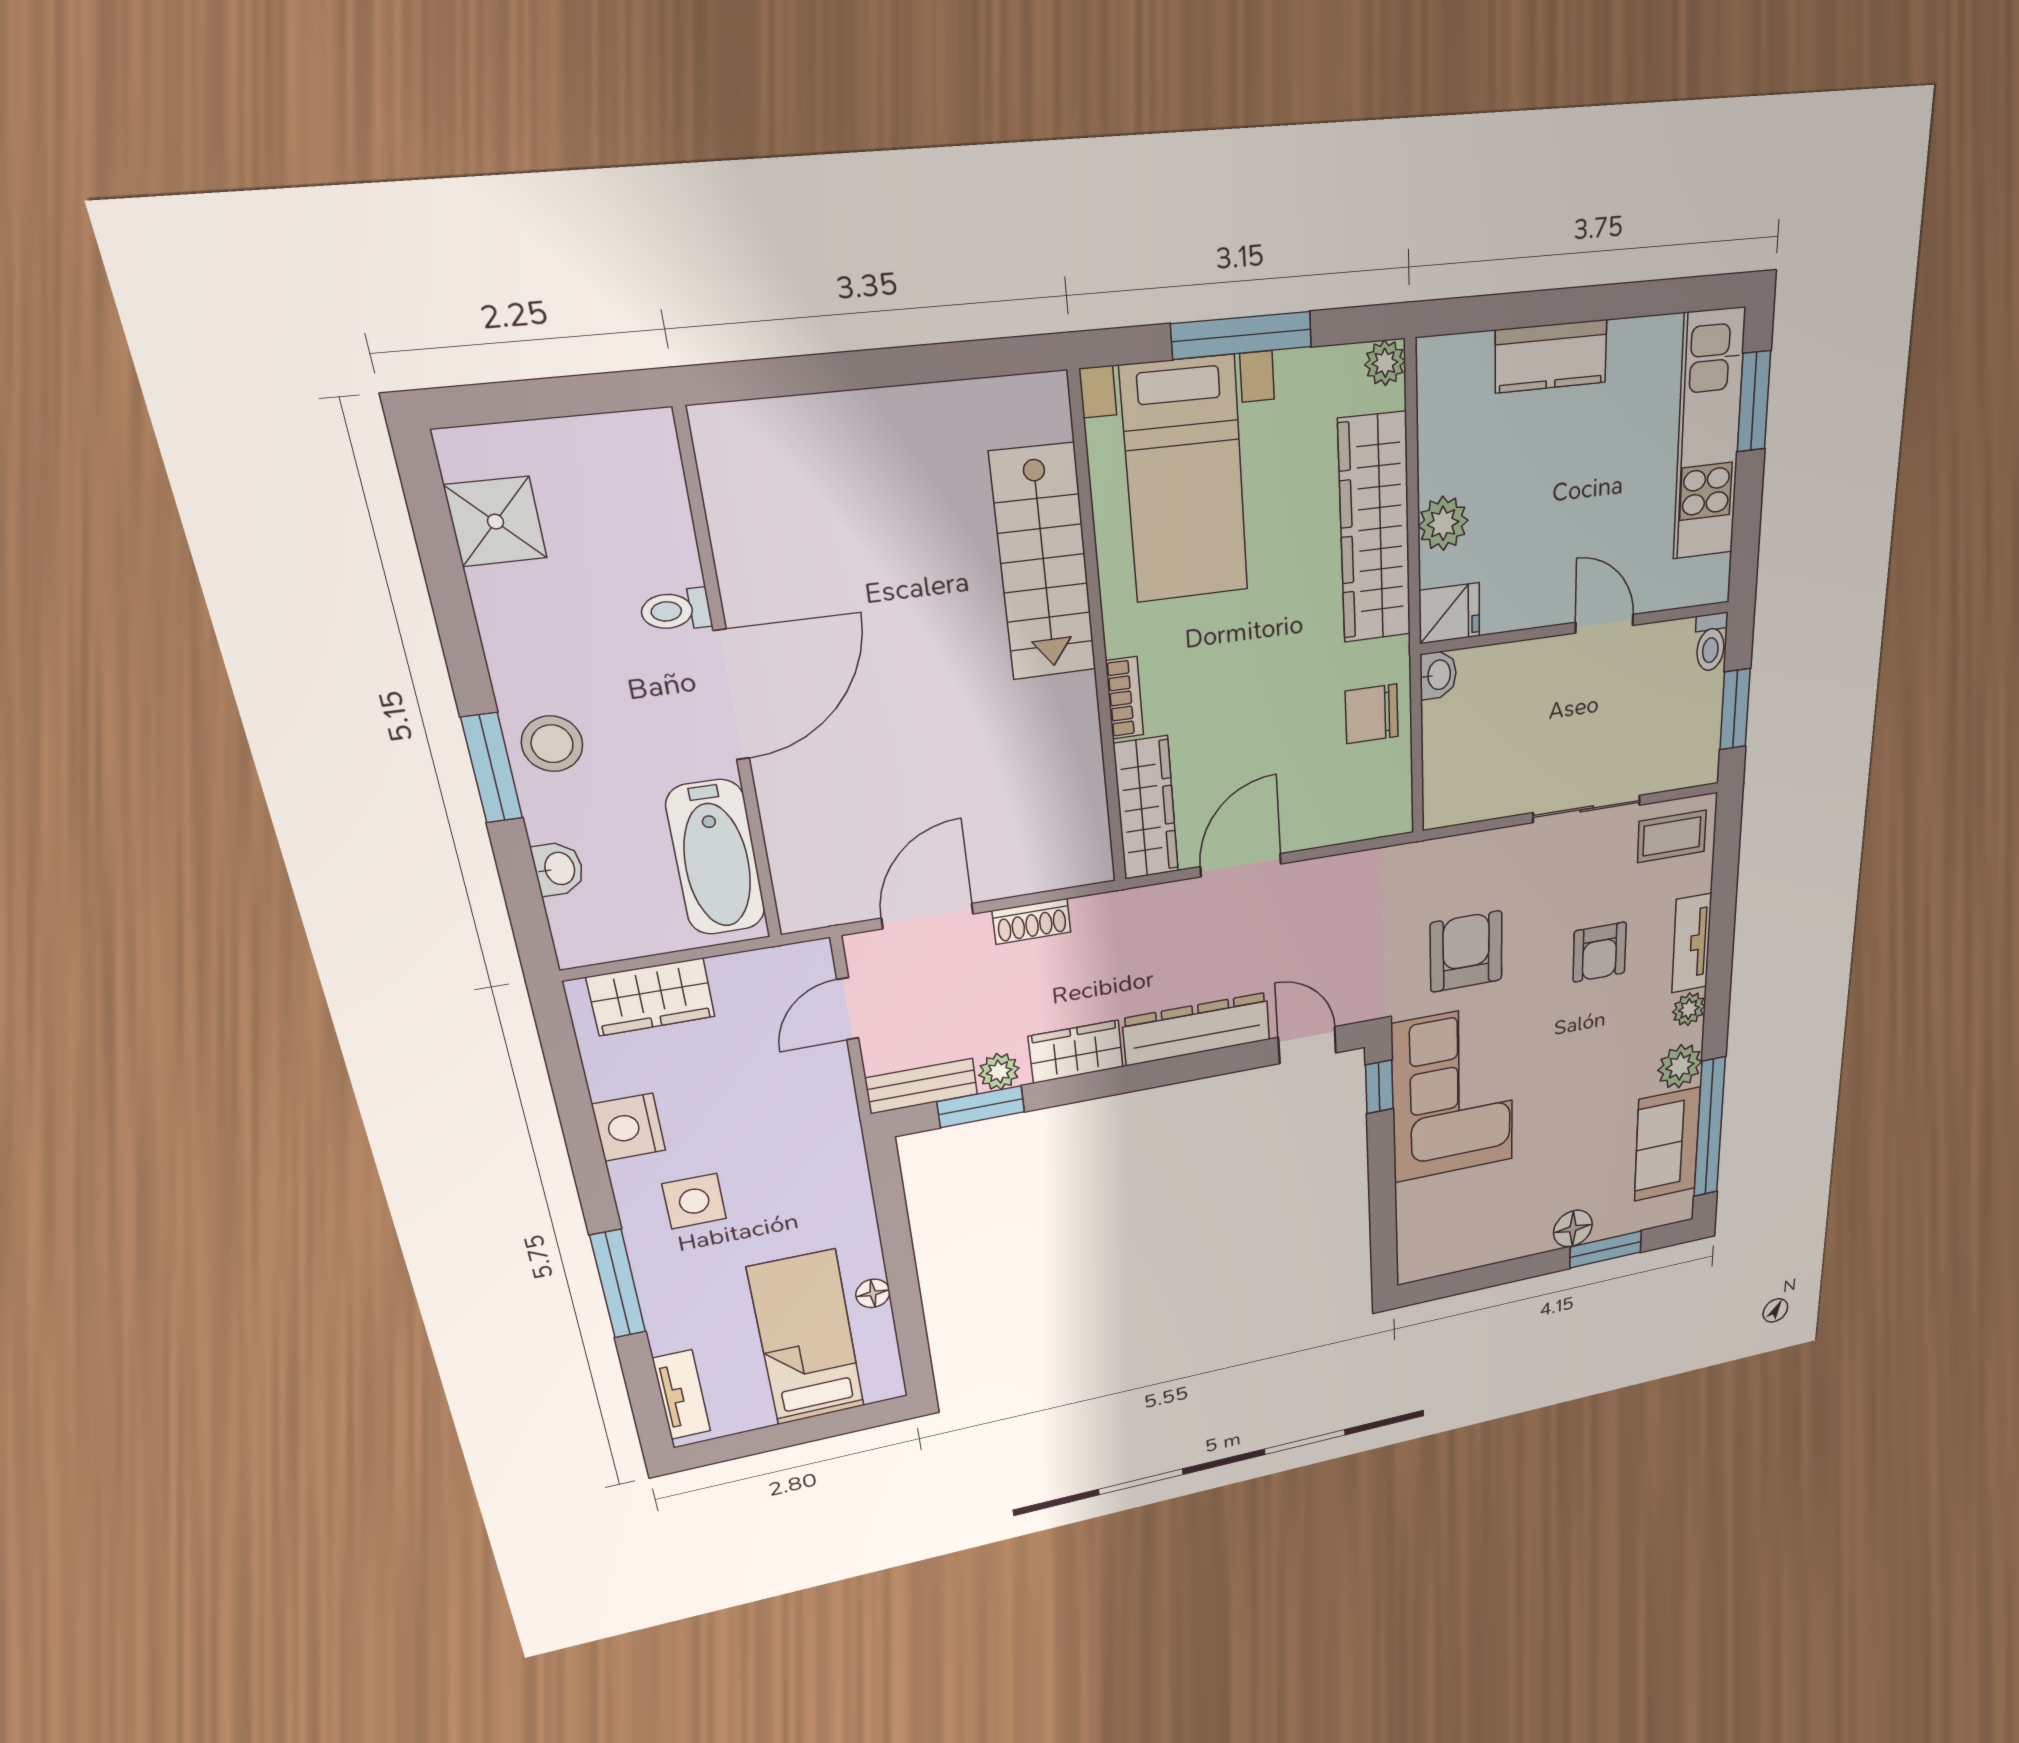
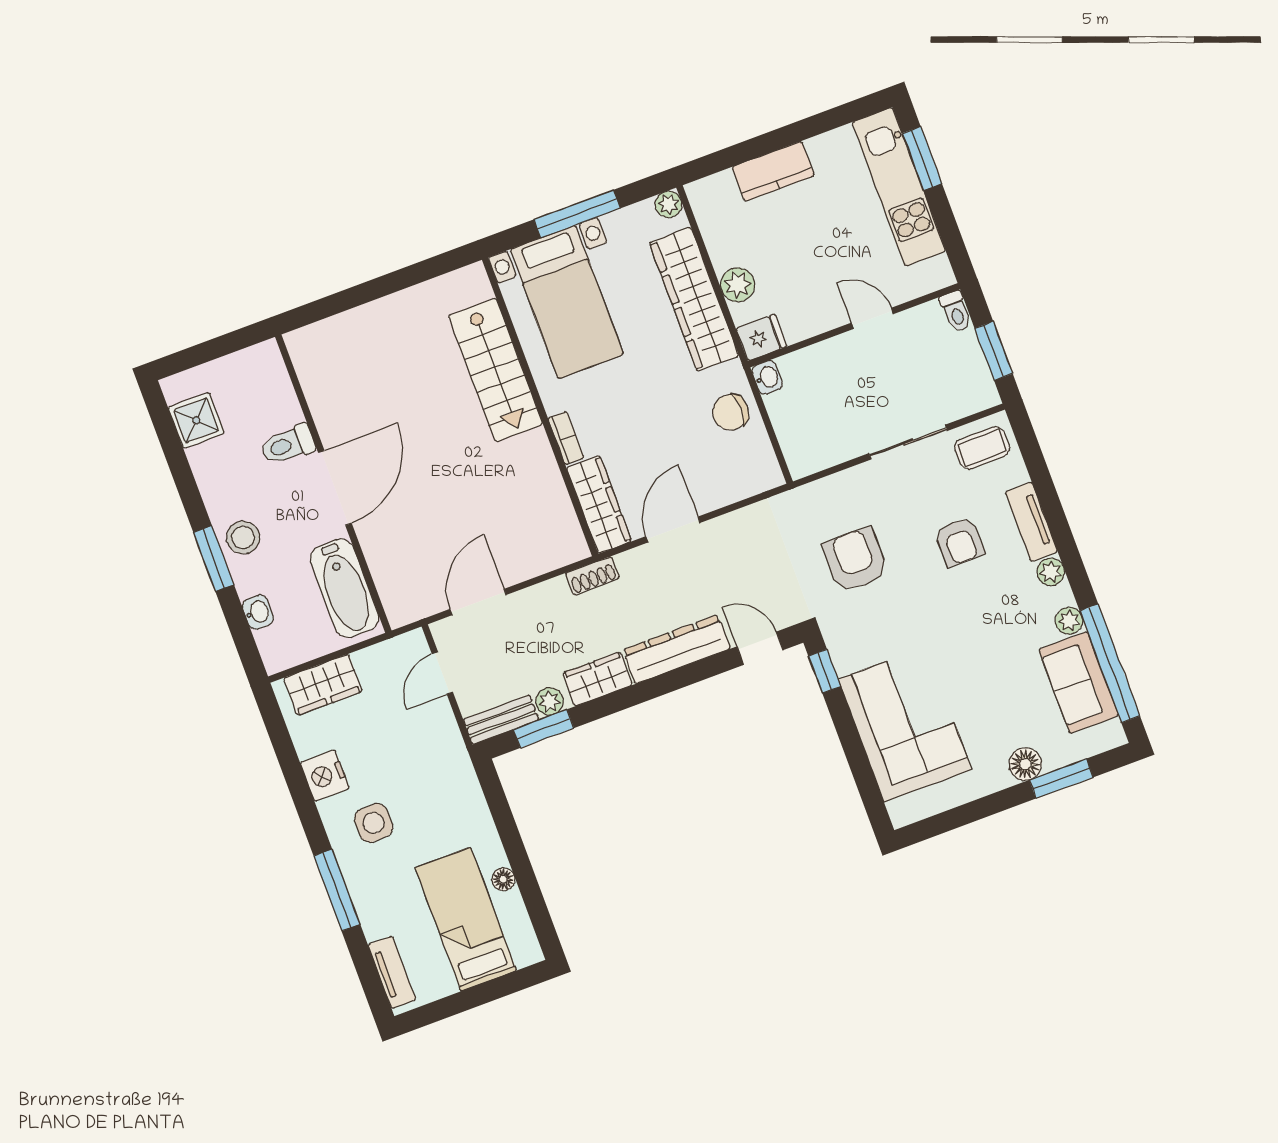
toilet: (676, 610) -> (288, 445), width x1.37, depth x1.39
shoe rack: (1032, 921) -> (592, 576), moved
plant: (1680, 1066) -> (1069, 621), width x0.73, depth x0.73
corner sofa: (1453, 1093) -> (905, 724), moved

